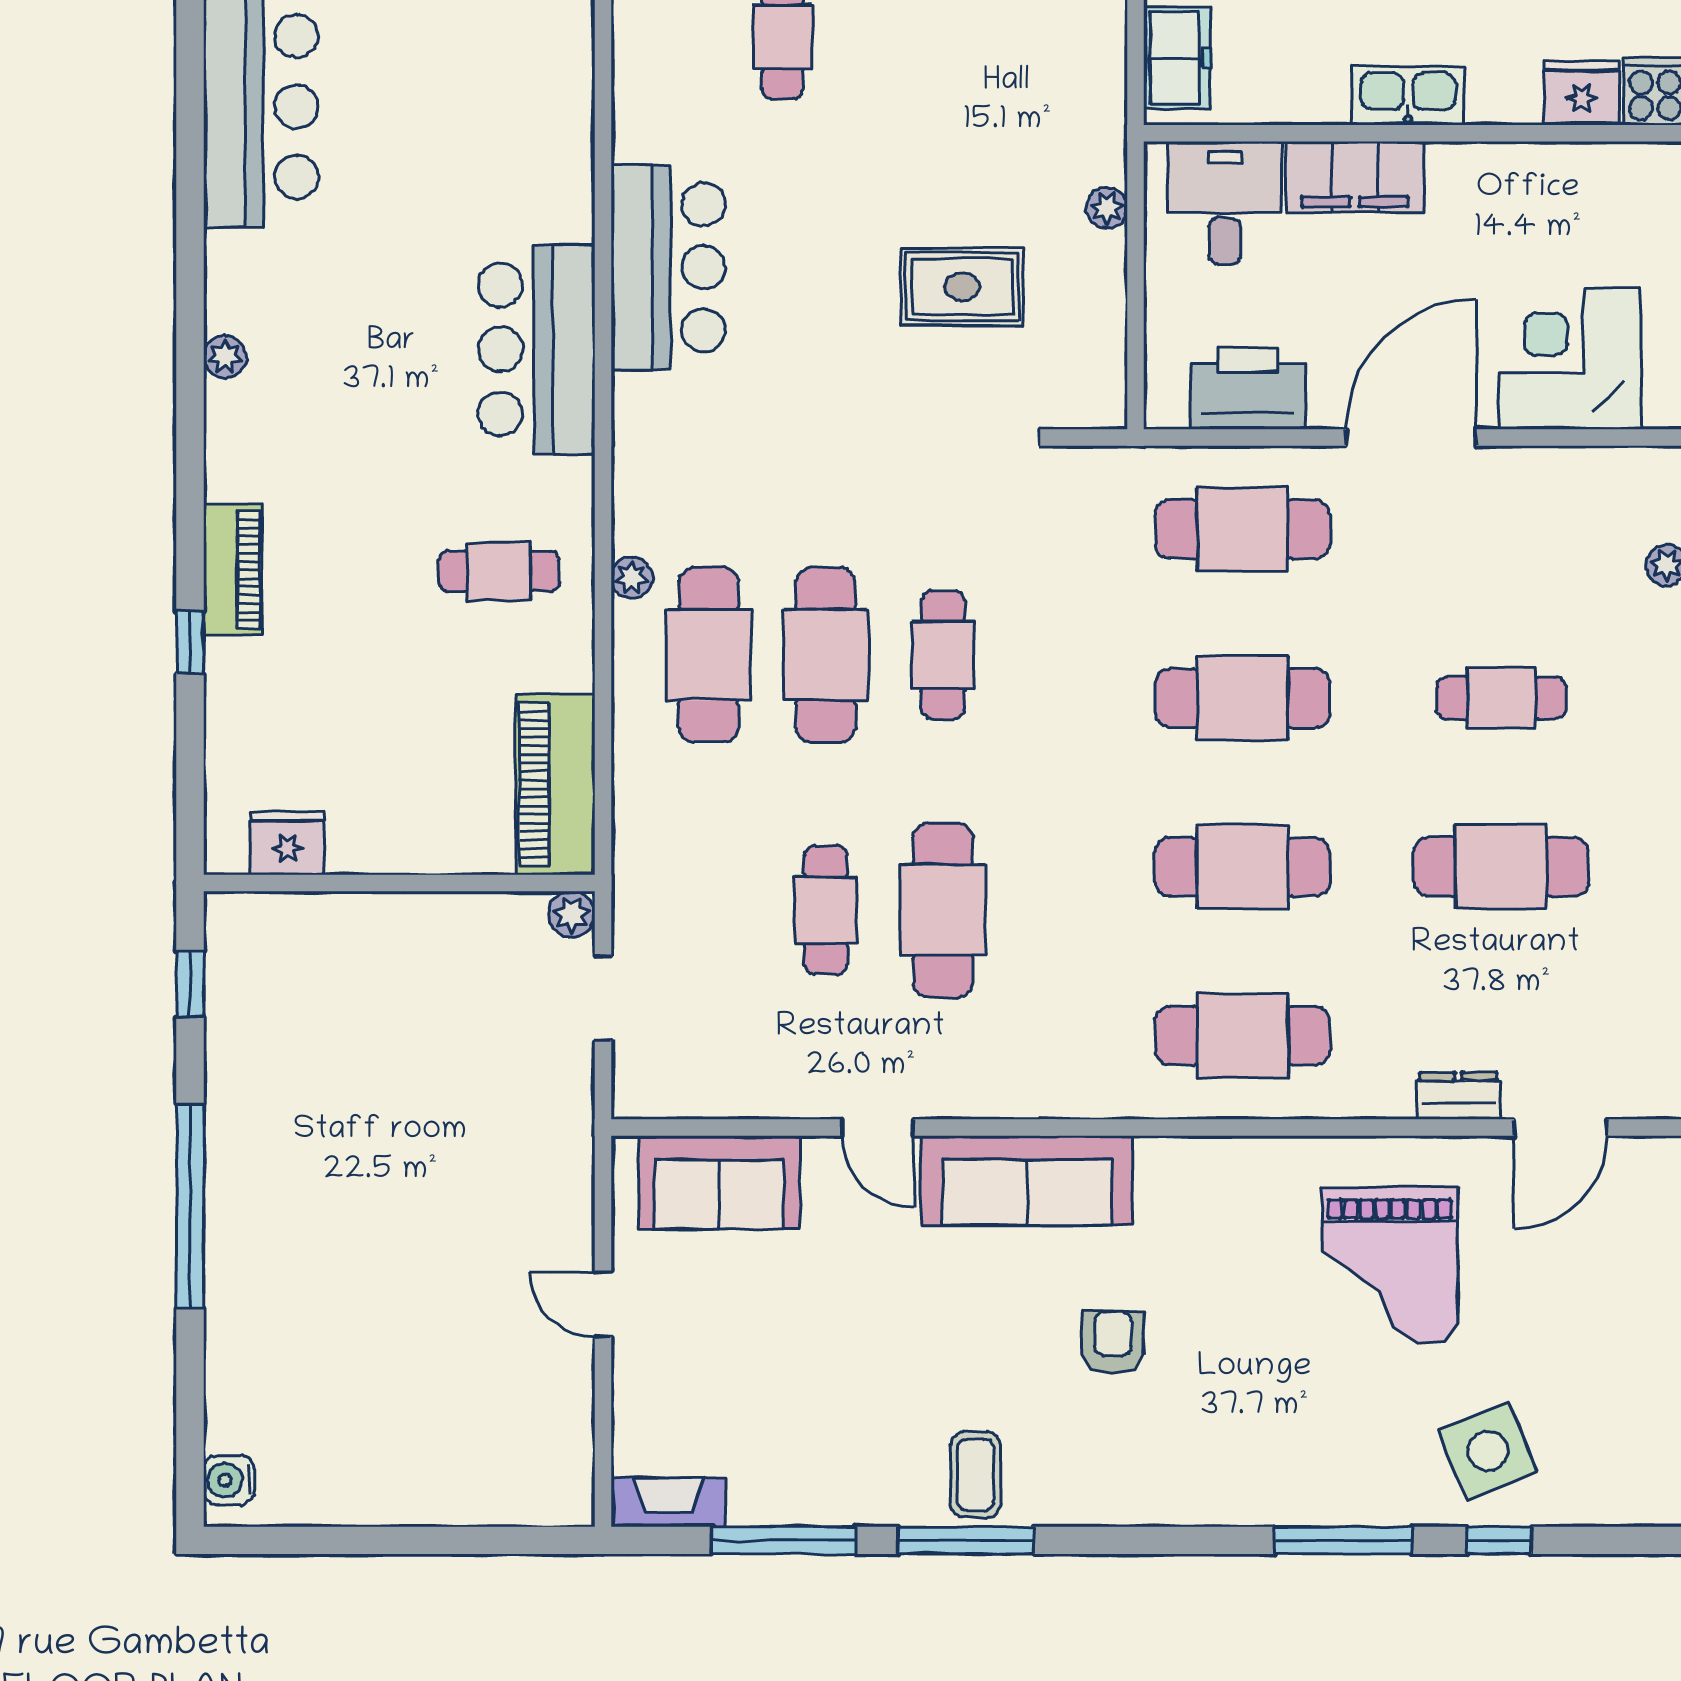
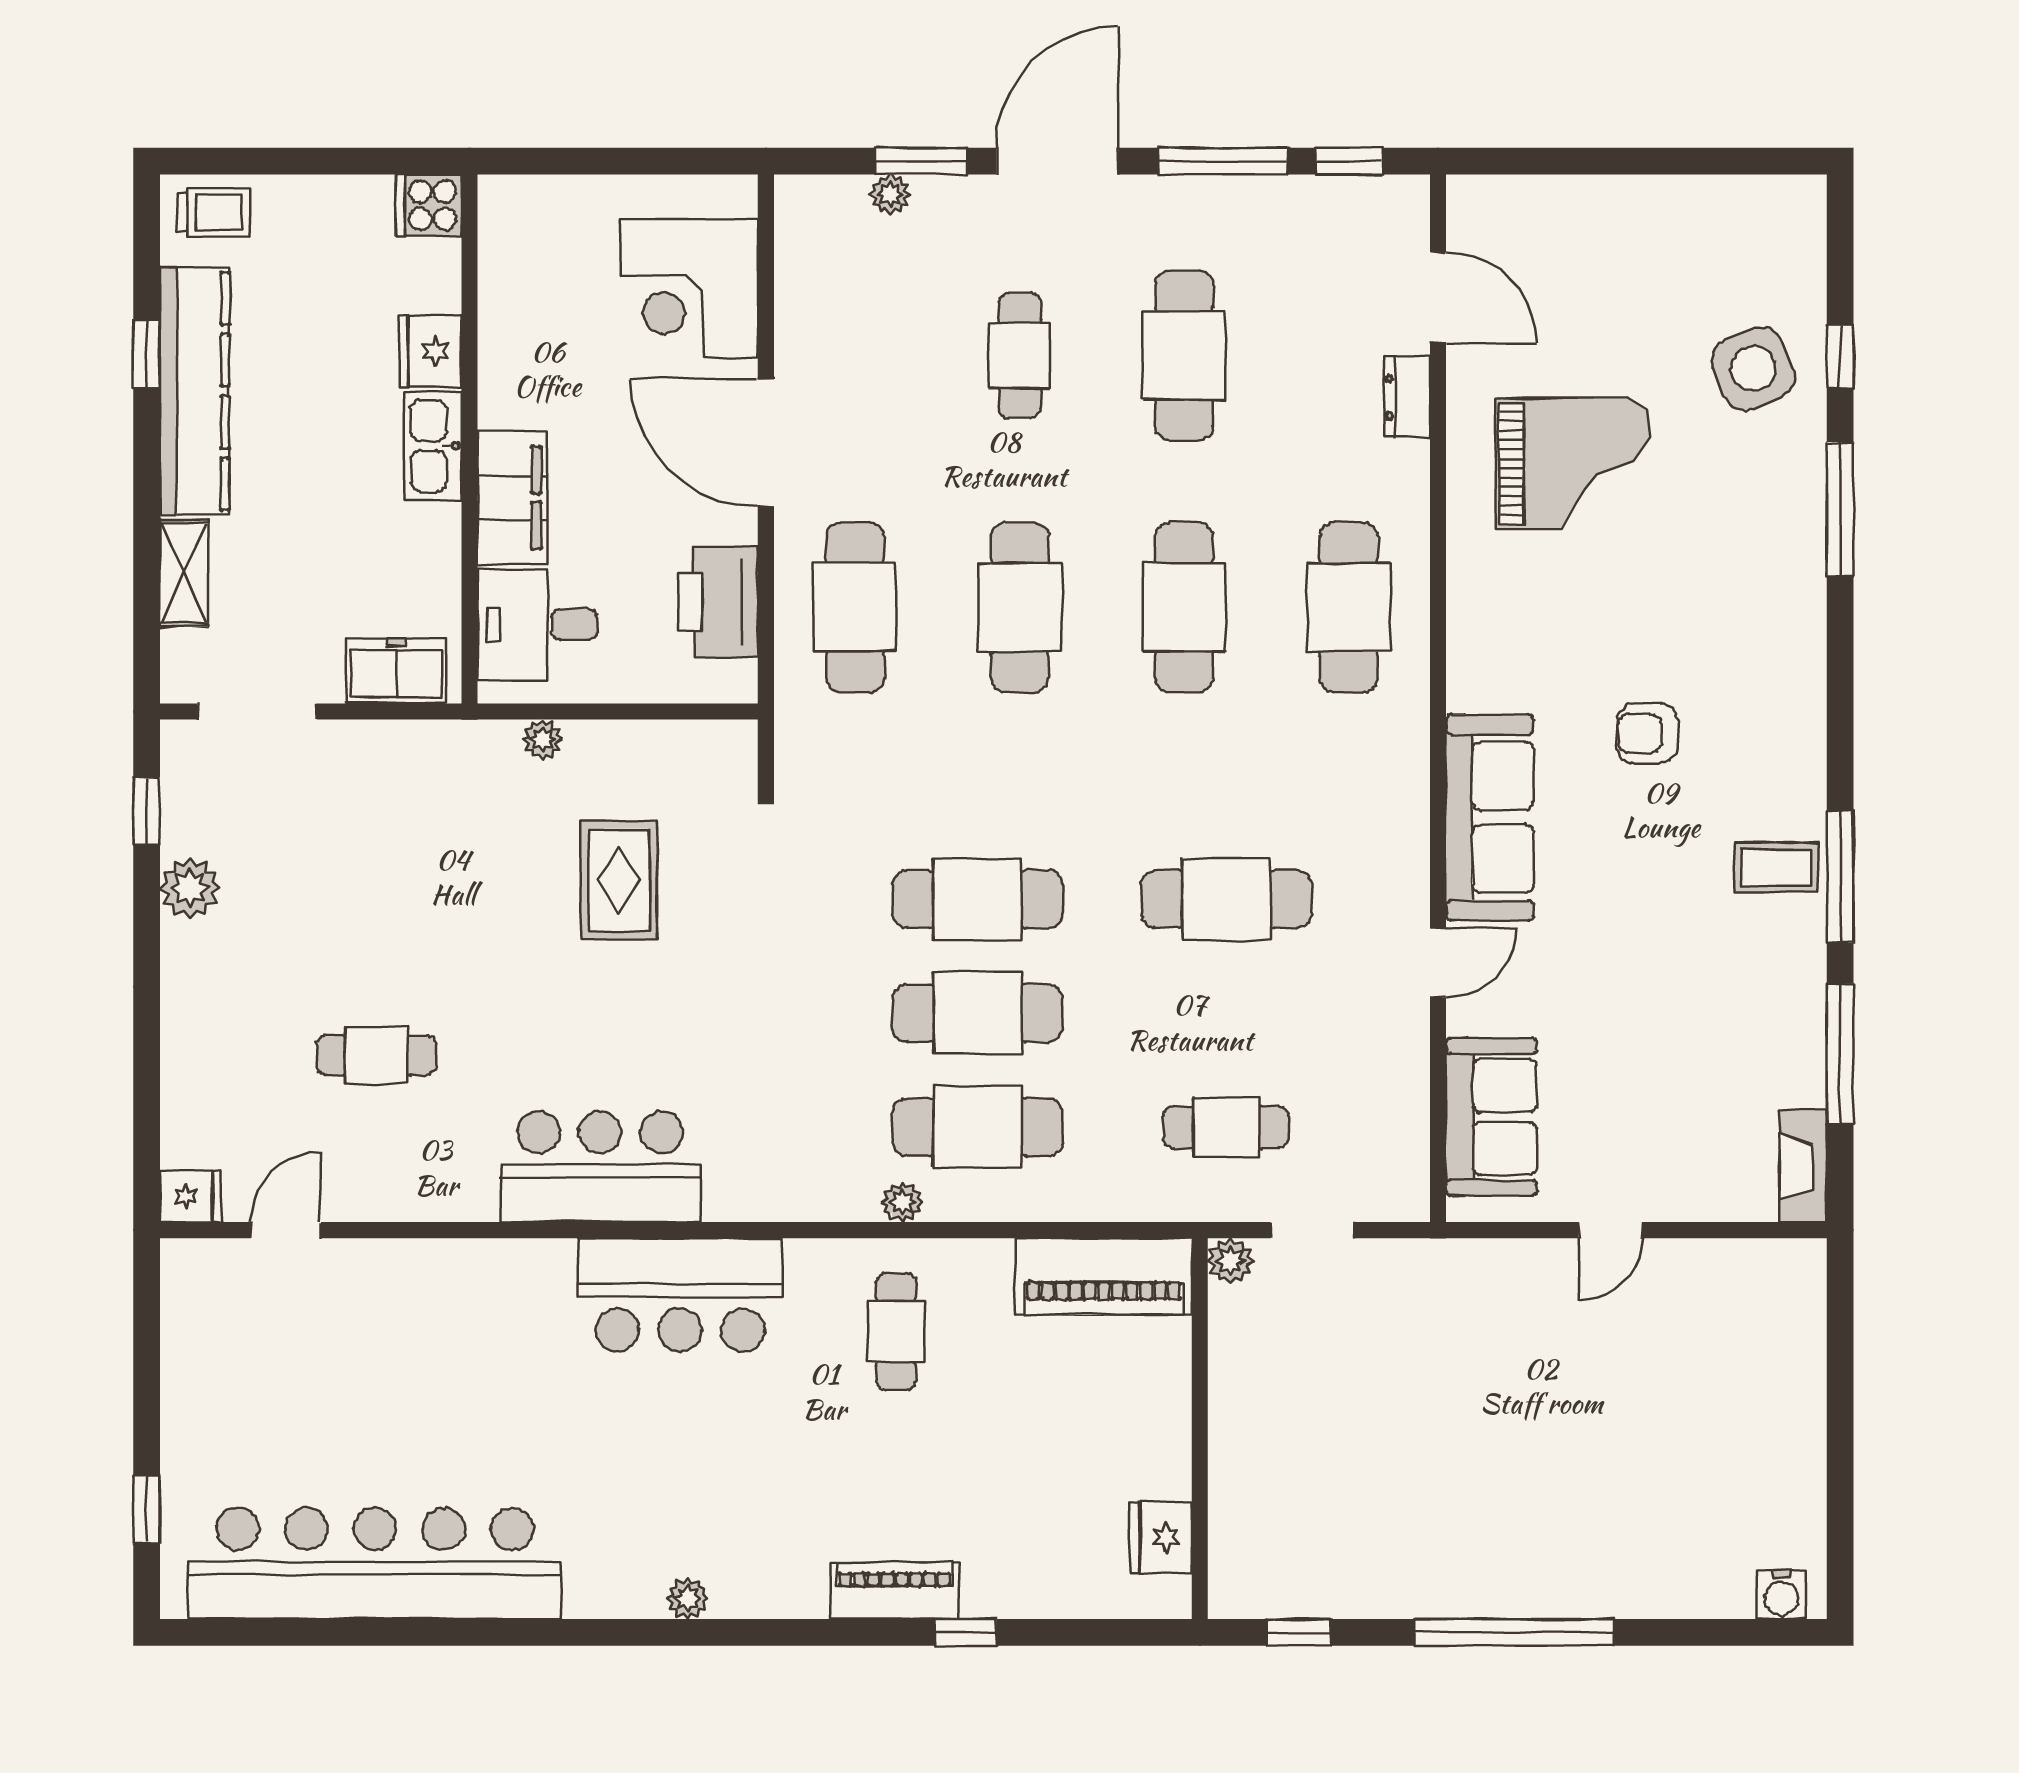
fridge: (1582, 93) -> (430, 351), moved
cafe table: (943, 655) -> (978, 899), width x1.37, depth x1.35
cafe table: (826, 910) -> (1226, 1127), moved

